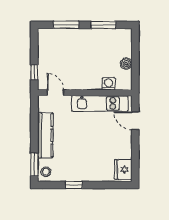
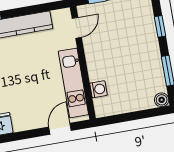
window: (66, 25) -> (160, 26), width x0.67
boiler: (126, 64) -> (162, 100), moved

